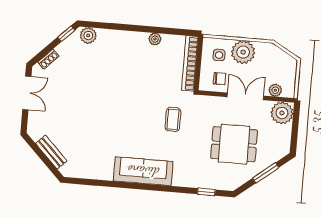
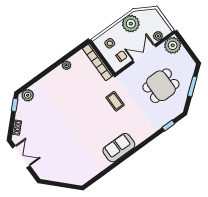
plant: (243, 52) -> (131, 24), moved
bench: (51, 152) -> (63, 178), removed
sofa: (143, 171) -> (119, 148), width x0.73

